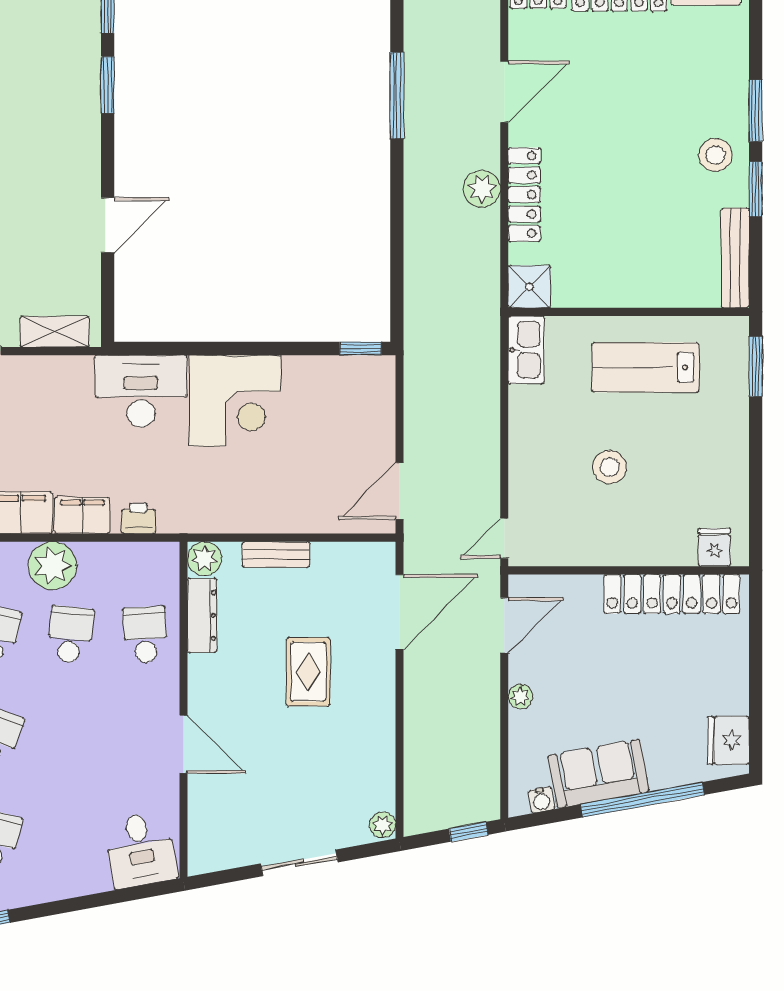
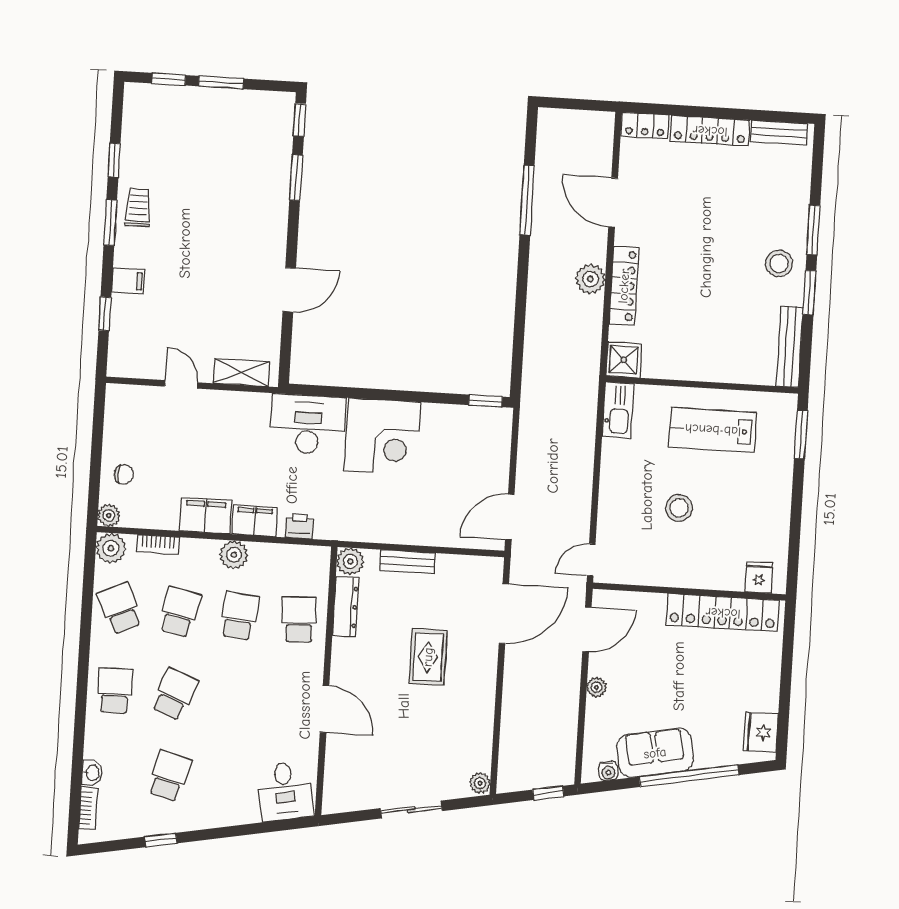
door: (504, 92) -> (613, 202), swing flipped
plant: (52, 566) -> (234, 555), width x0.73, depth x0.73

